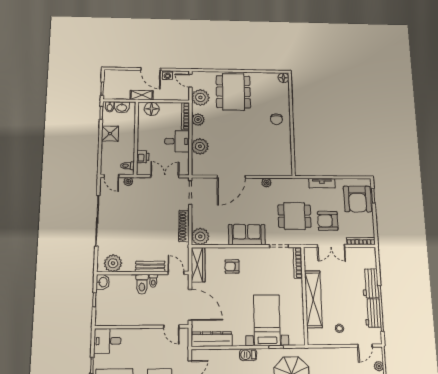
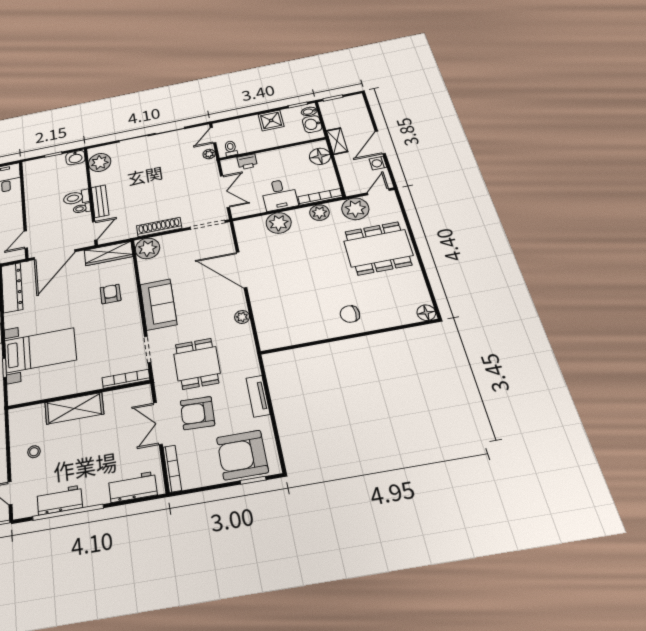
armchair: (328, 221) -> (197, 413), turned -88
workbench: (371, 283) -> (133, 487), moved
shelving: (313, 299) -> (74, 408), width x0.68

